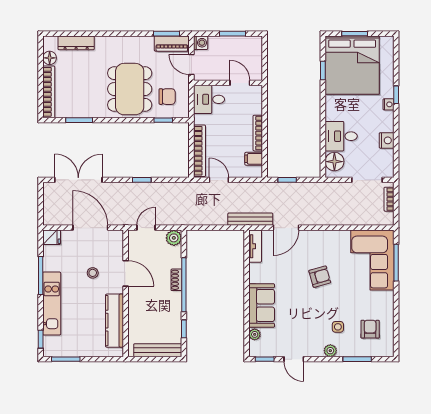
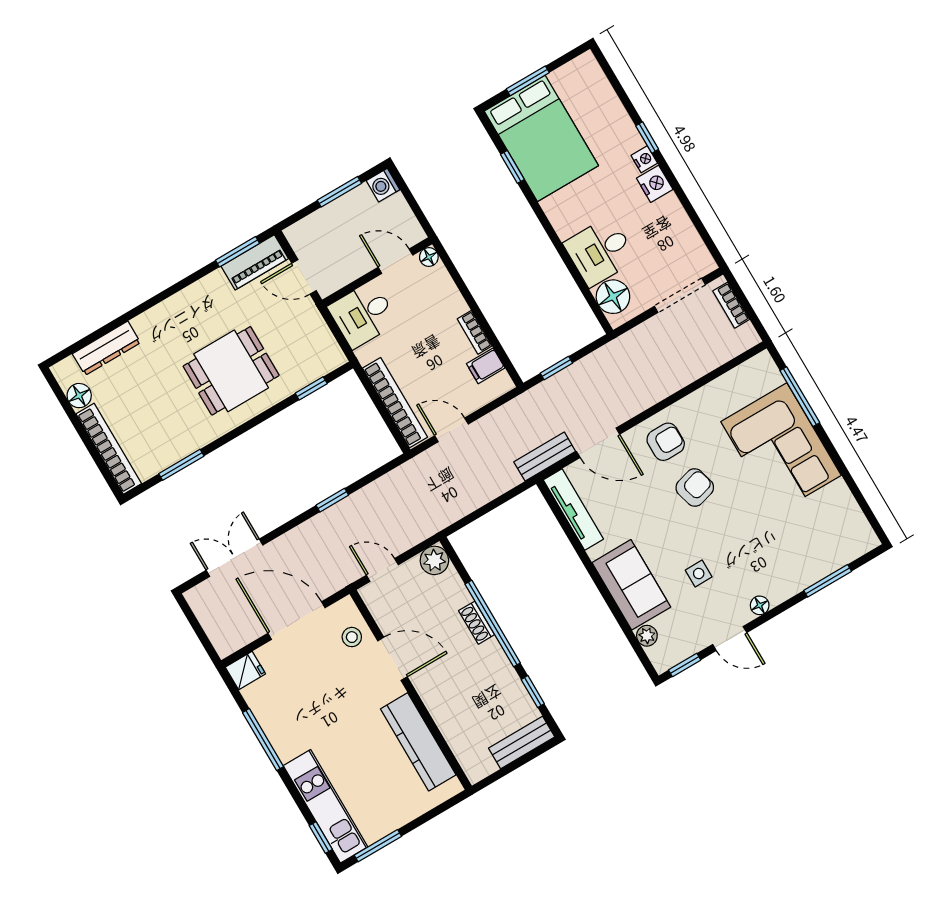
washing machine: (201, 43) -> (383, 185), moved, turned 180
bed: (352, 65) -> (541, 138), width x0.73
dining table: (130, 89) -> (231, 371), width x0.73
floor lamp: (257, 90) -> (429, 257), added
chair: (167, 97) -> (296, 348), removed
bookcase: (258, 133) -> (475, 332), width x0.64
nightstand: (387, 140) -> (655, 184), moved
double door: (78, 180) -> (235, 558), width x0.73
bench: (250, 219) -> (545, 457), width x0.73
door: (146, 228) -> (382, 570), hinge flipped
door: (286, 228) -> (598, 443), hinge flipped
tv unit: (255, 246) -> (573, 509), width x1.41
corner sofa: (372, 260) -> (781, 448), moved
stool: (93, 273) -> (352, 637), moved
kitchen unit: (52, 304) -> (326, 806), moved
side table: (338, 327) -> (699, 573), moved
armchair: (370, 329) -> (666, 442), moved, turned 90
bench: (158, 350) -> (522, 742), width x0.73
plant: (330, 351) -> (778, 592), removed
floor lamp: (318, 352) -> (760, 605), added

